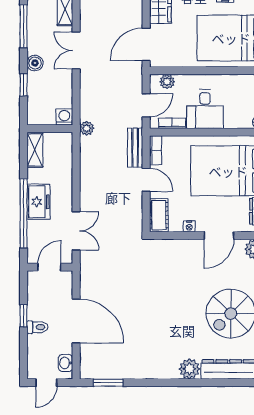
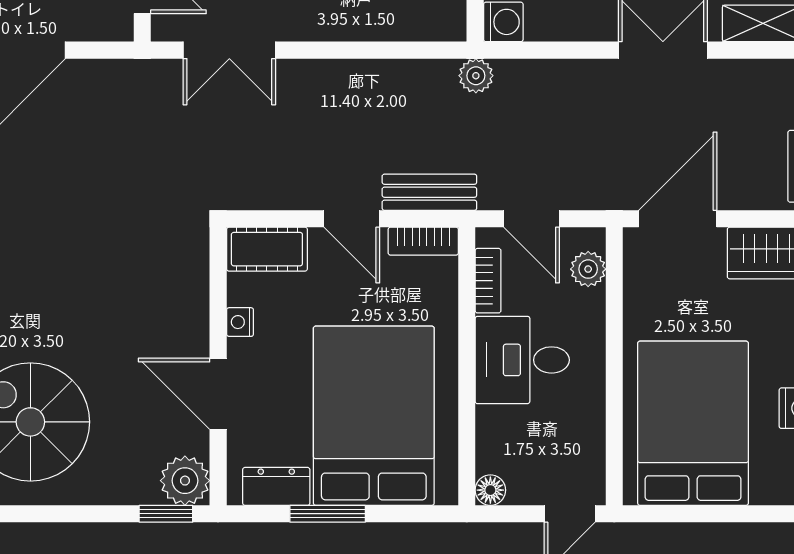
door: (146, 44) -> (678, 219), hinge flipped
door: (146, 180) -> (352, 219), hinge flipped

